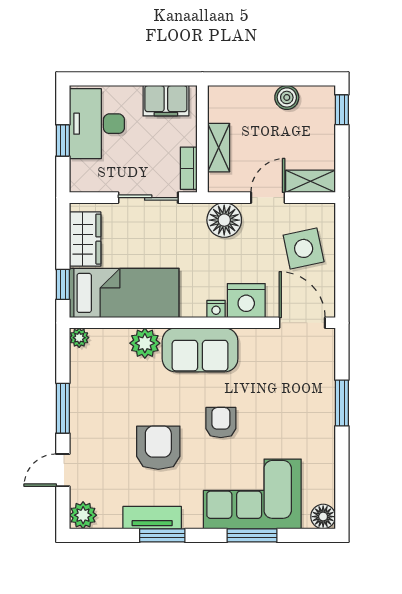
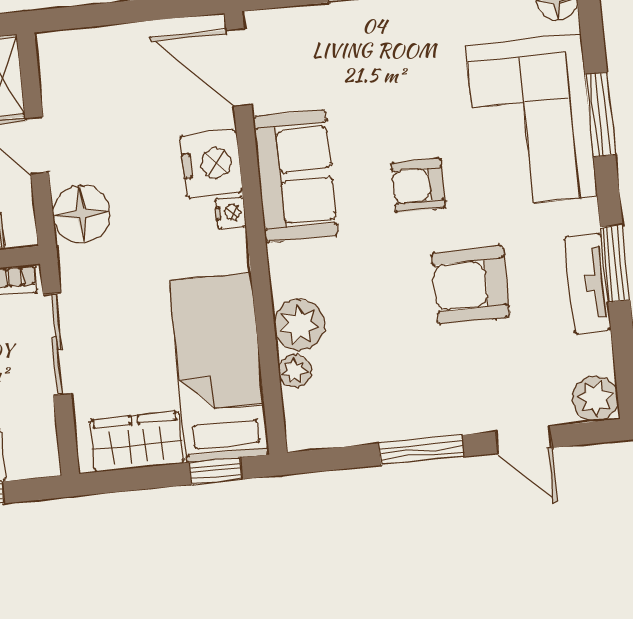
side table: (304, 248) -> (115, 77), removed
door: (302, 323) -> (239, 67), hinge flipped
plant: (79, 338) -> (295, 371), moved
sofa: (200, 350) -> (295, 176), moved

